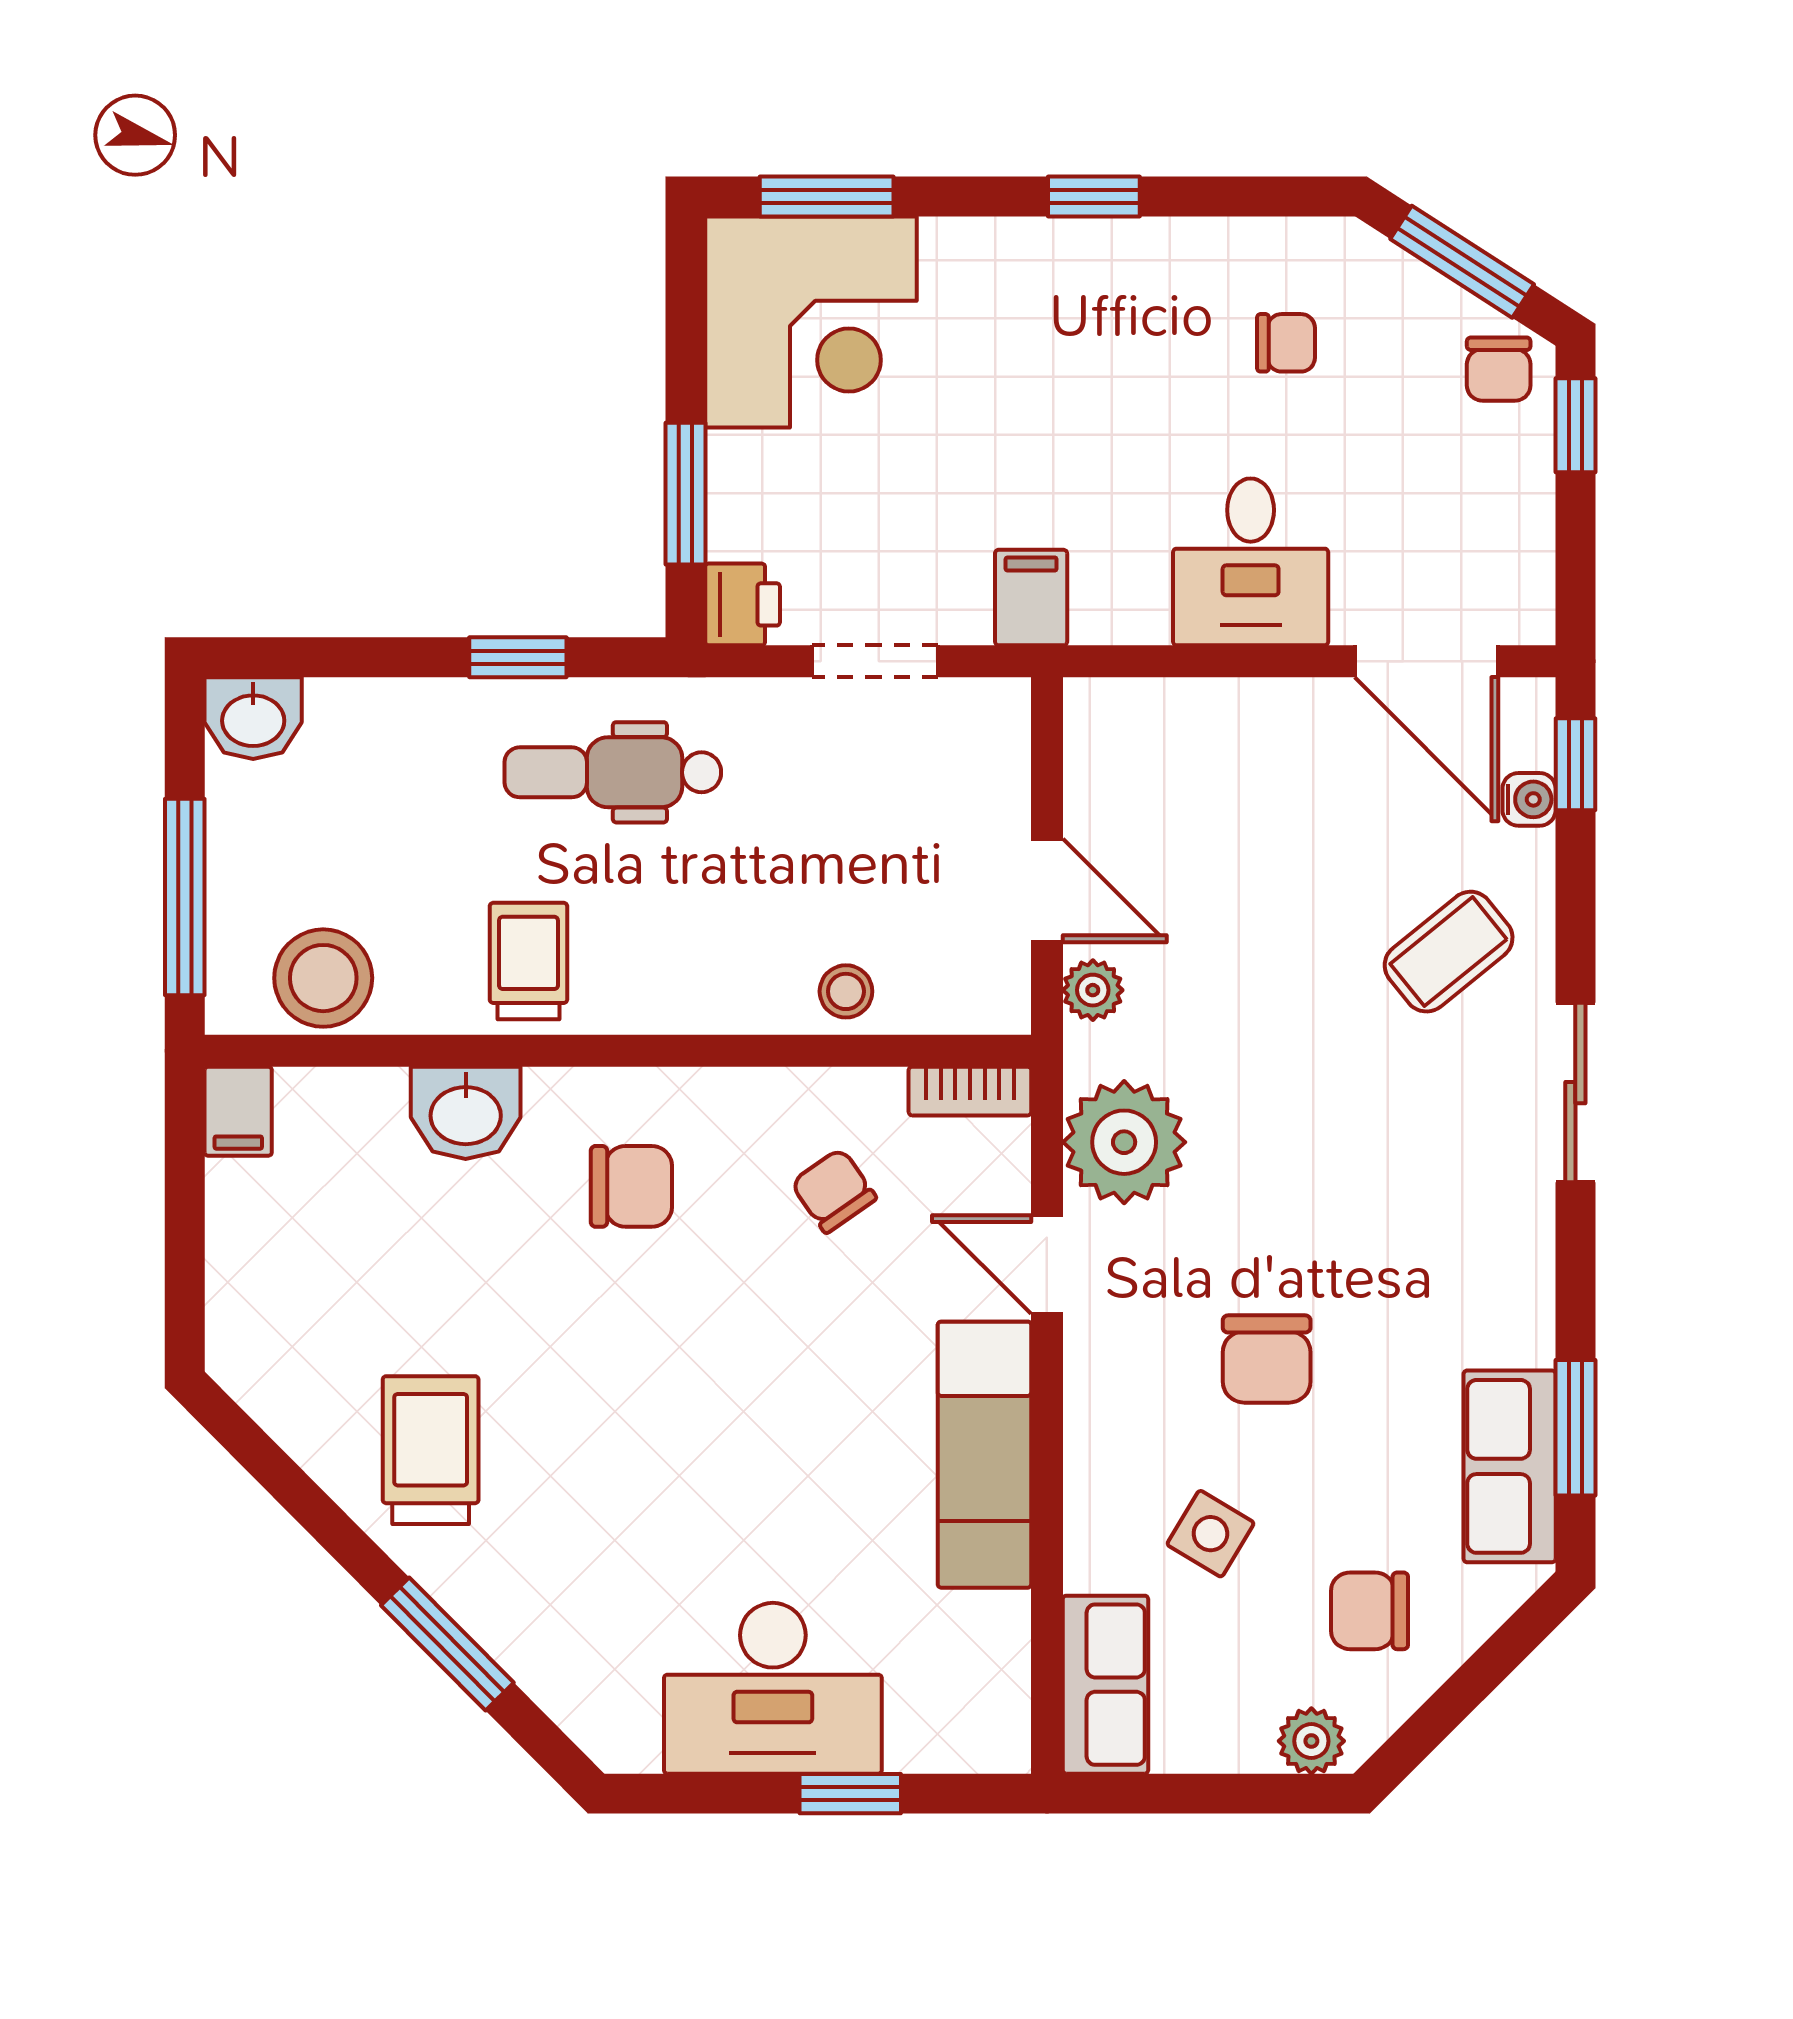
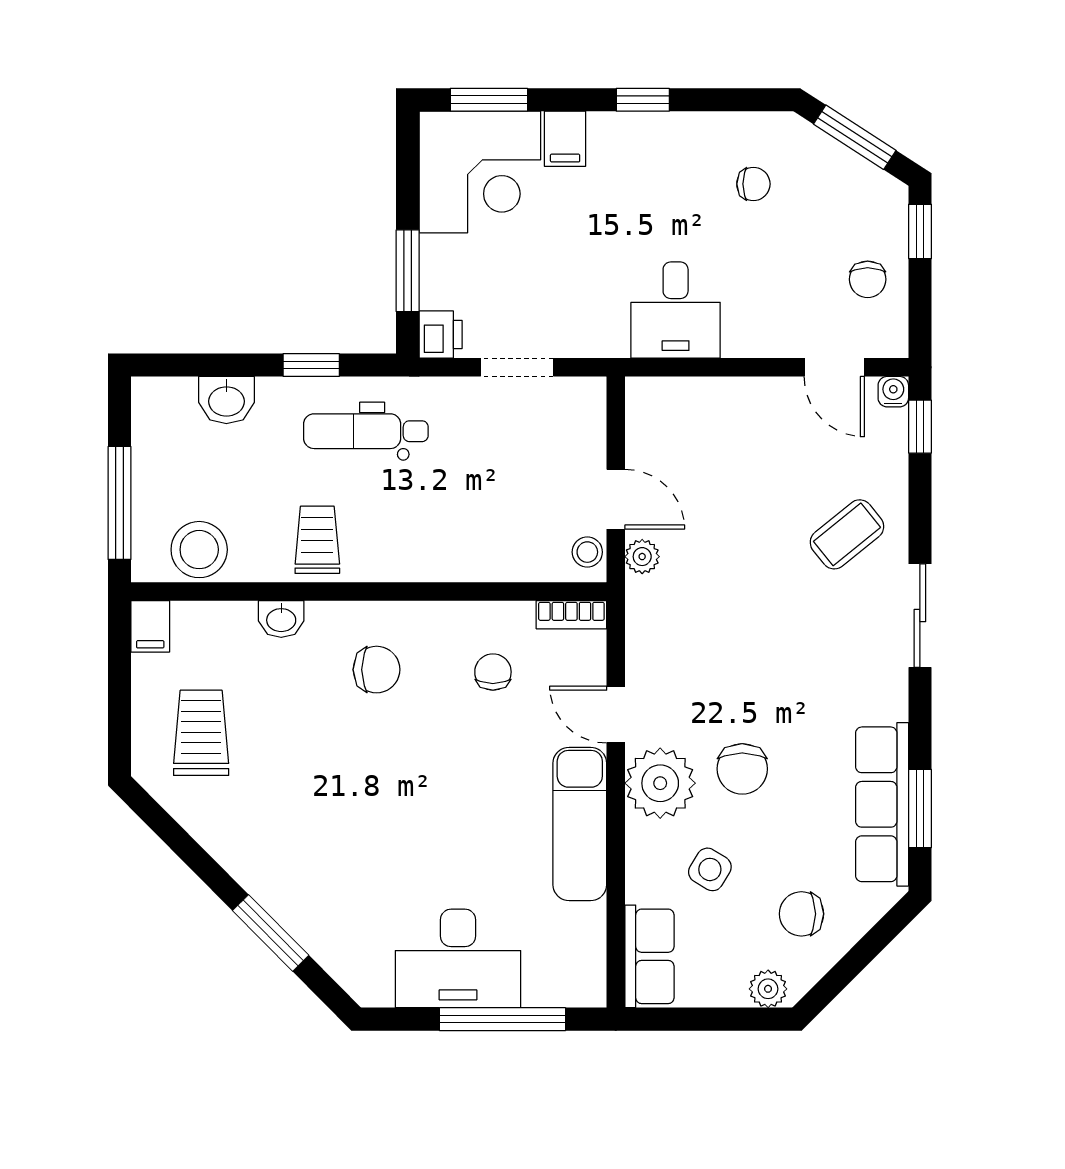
chair: (1499, 369) -> (868, 279), moved
desk: (1251, 562) -> (676, 310), moved
filing cabinet: (1031, 598) -> (565, 139), moved, turned 180
door: (1426, 661) -> (834, 367), width x0.73
washbasin: (253, 718) -> (226, 400), moved
water cooler: (1529, 799) -> (893, 392), moved, turned -90
stool: (846, 991) -> (587, 552), moved
washbasin: (466, 1113) -> (281, 619), width x0.72, depth x0.69
plant: (1124, 1142) -> (660, 783), moved
chair: (834, 1191) -> (493, 672), turned 35
trolley: (431, 1450) -> (201, 733), moved
row of seats: (1510, 1466) -> (882, 804), width x1.48
window: (850, 1794) -> (503, 1019), width x2.17

